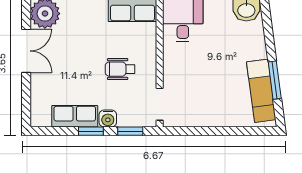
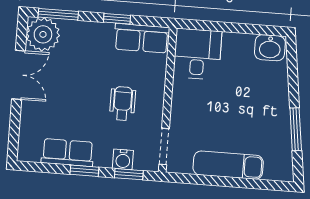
wheelchair: (120, 69) -> (123, 103), turned 90
exam couch: (261, 91) -> (228, 165), moved, turned 97
water cooler: (108, 118) -> (123, 159), moved

